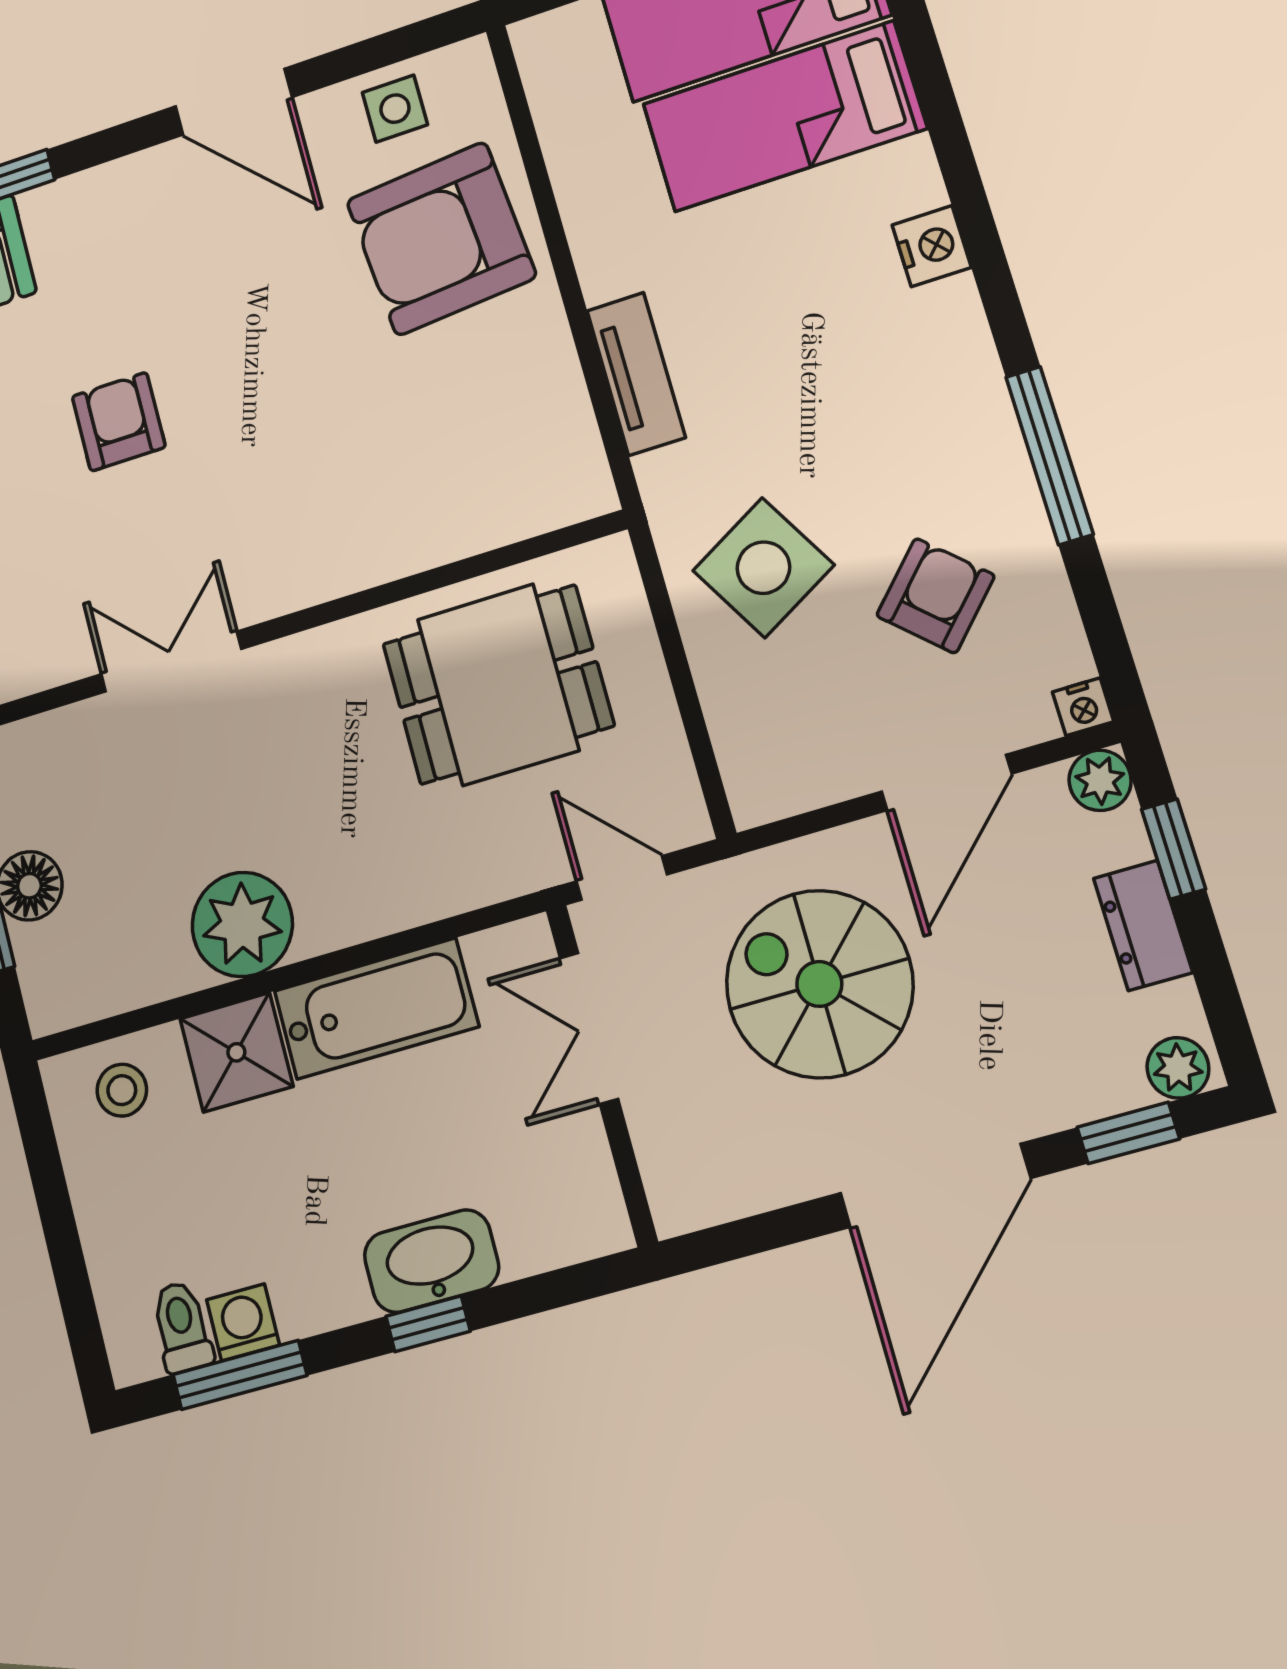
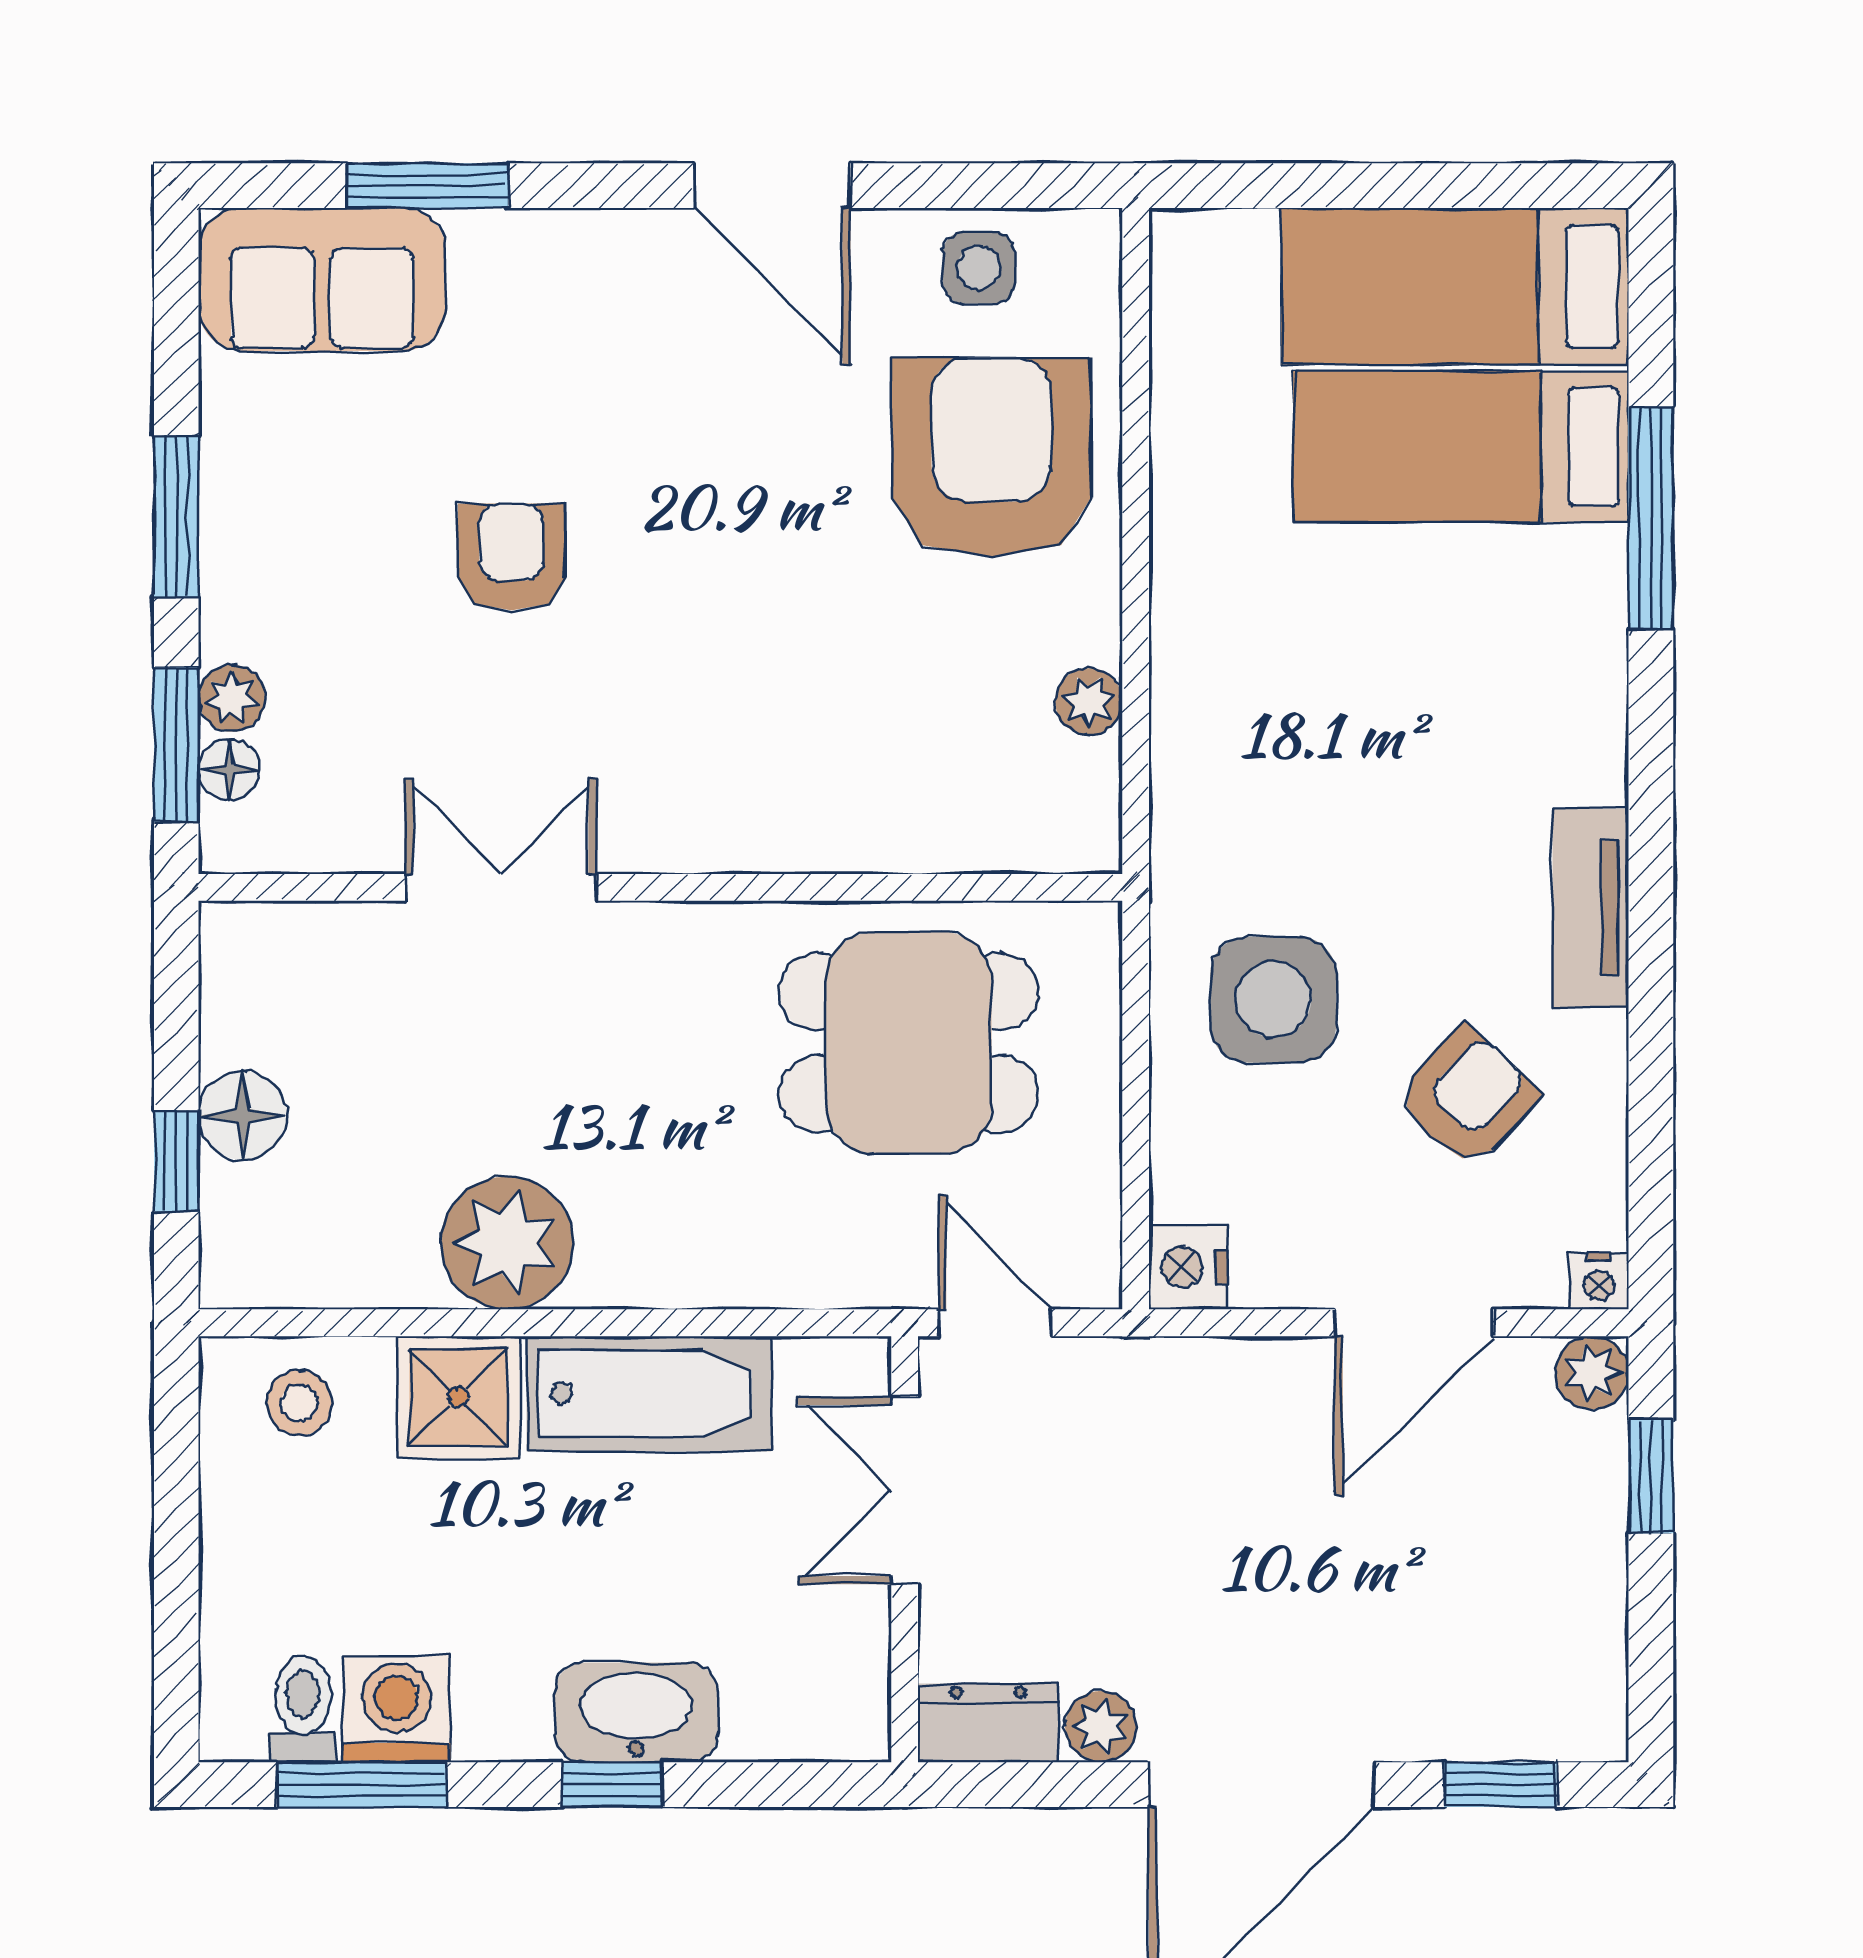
armchair: (441, 239) -> (991, 457), turned 95
nightstand: (932, 246) -> (1188, 1267), moved, turned 180
tv unit: (636, 374) -> (1591, 908), moved, turned 180
plant: (561, 391) -> (1089, 702), added
window: (1049, 455) -> (1651, 518), moved
side table: (763, 568) -> (1273, 1000), turned 30
dresser: (1143, 925) -> (988, 1723), moved, turned 90
spiral stairs: (819, 984) -> (1195, 1515), removed
plant: (1178, 1068) -> (1101, 1727), moved
washing machine: (243, 1322) -> (396, 1709), width x1.38, depth x1.38

